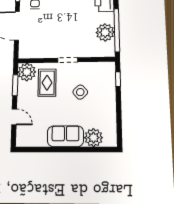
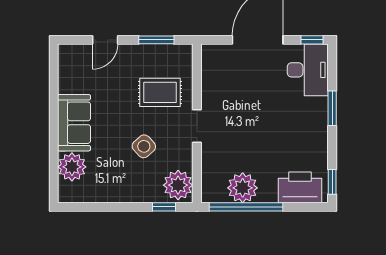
plant: (27, 72) -> (178, 185), moved

